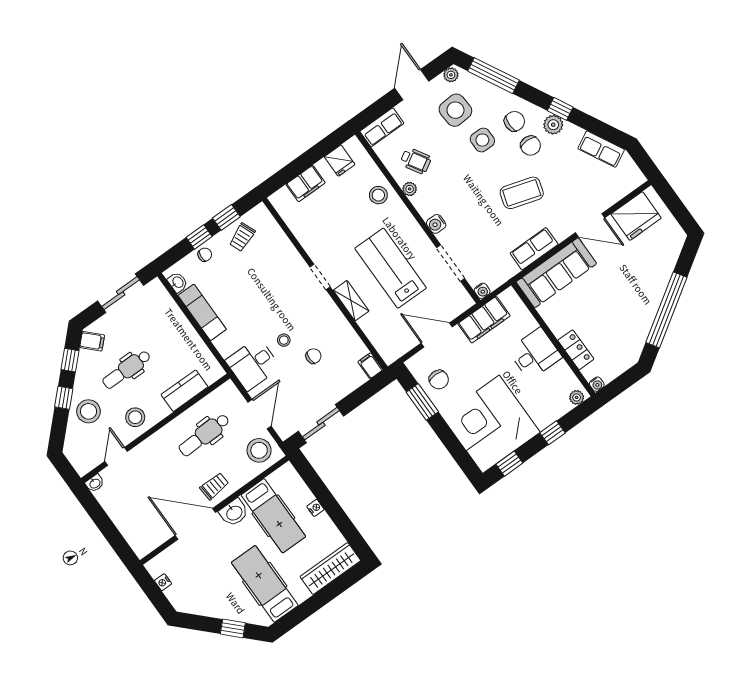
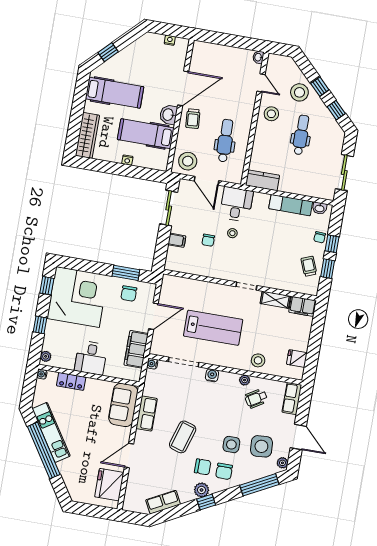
chair: (531, 146) -> (203, 467), turned 180
filing cabinet: (306, 184) -> (302, 306), moved, turned -90
sofa: (556, 273) -> (123, 405), width x0.73
shelving: (351, 301) -> (275, 300), moved
kitchen unit: (643, 320) -> (51, 432), added
filing cabinet: (92, 341) -> (334, 132), removed
filing cabinet: (370, 366) -> (177, 240), moved
chair: (439, 380) -> (129, 294), turned -90
kitchen counter: (185, 391) -> (262, 180), moved, turned -90

